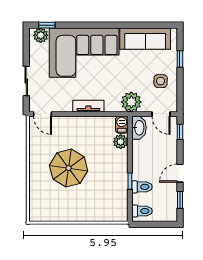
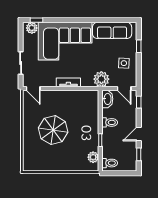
barbecue: (122, 125) -> (94, 97), removed
plant: (121, 142) -> (93, 157), moved
toilet: (142, 187) -> (110, 122), moved

